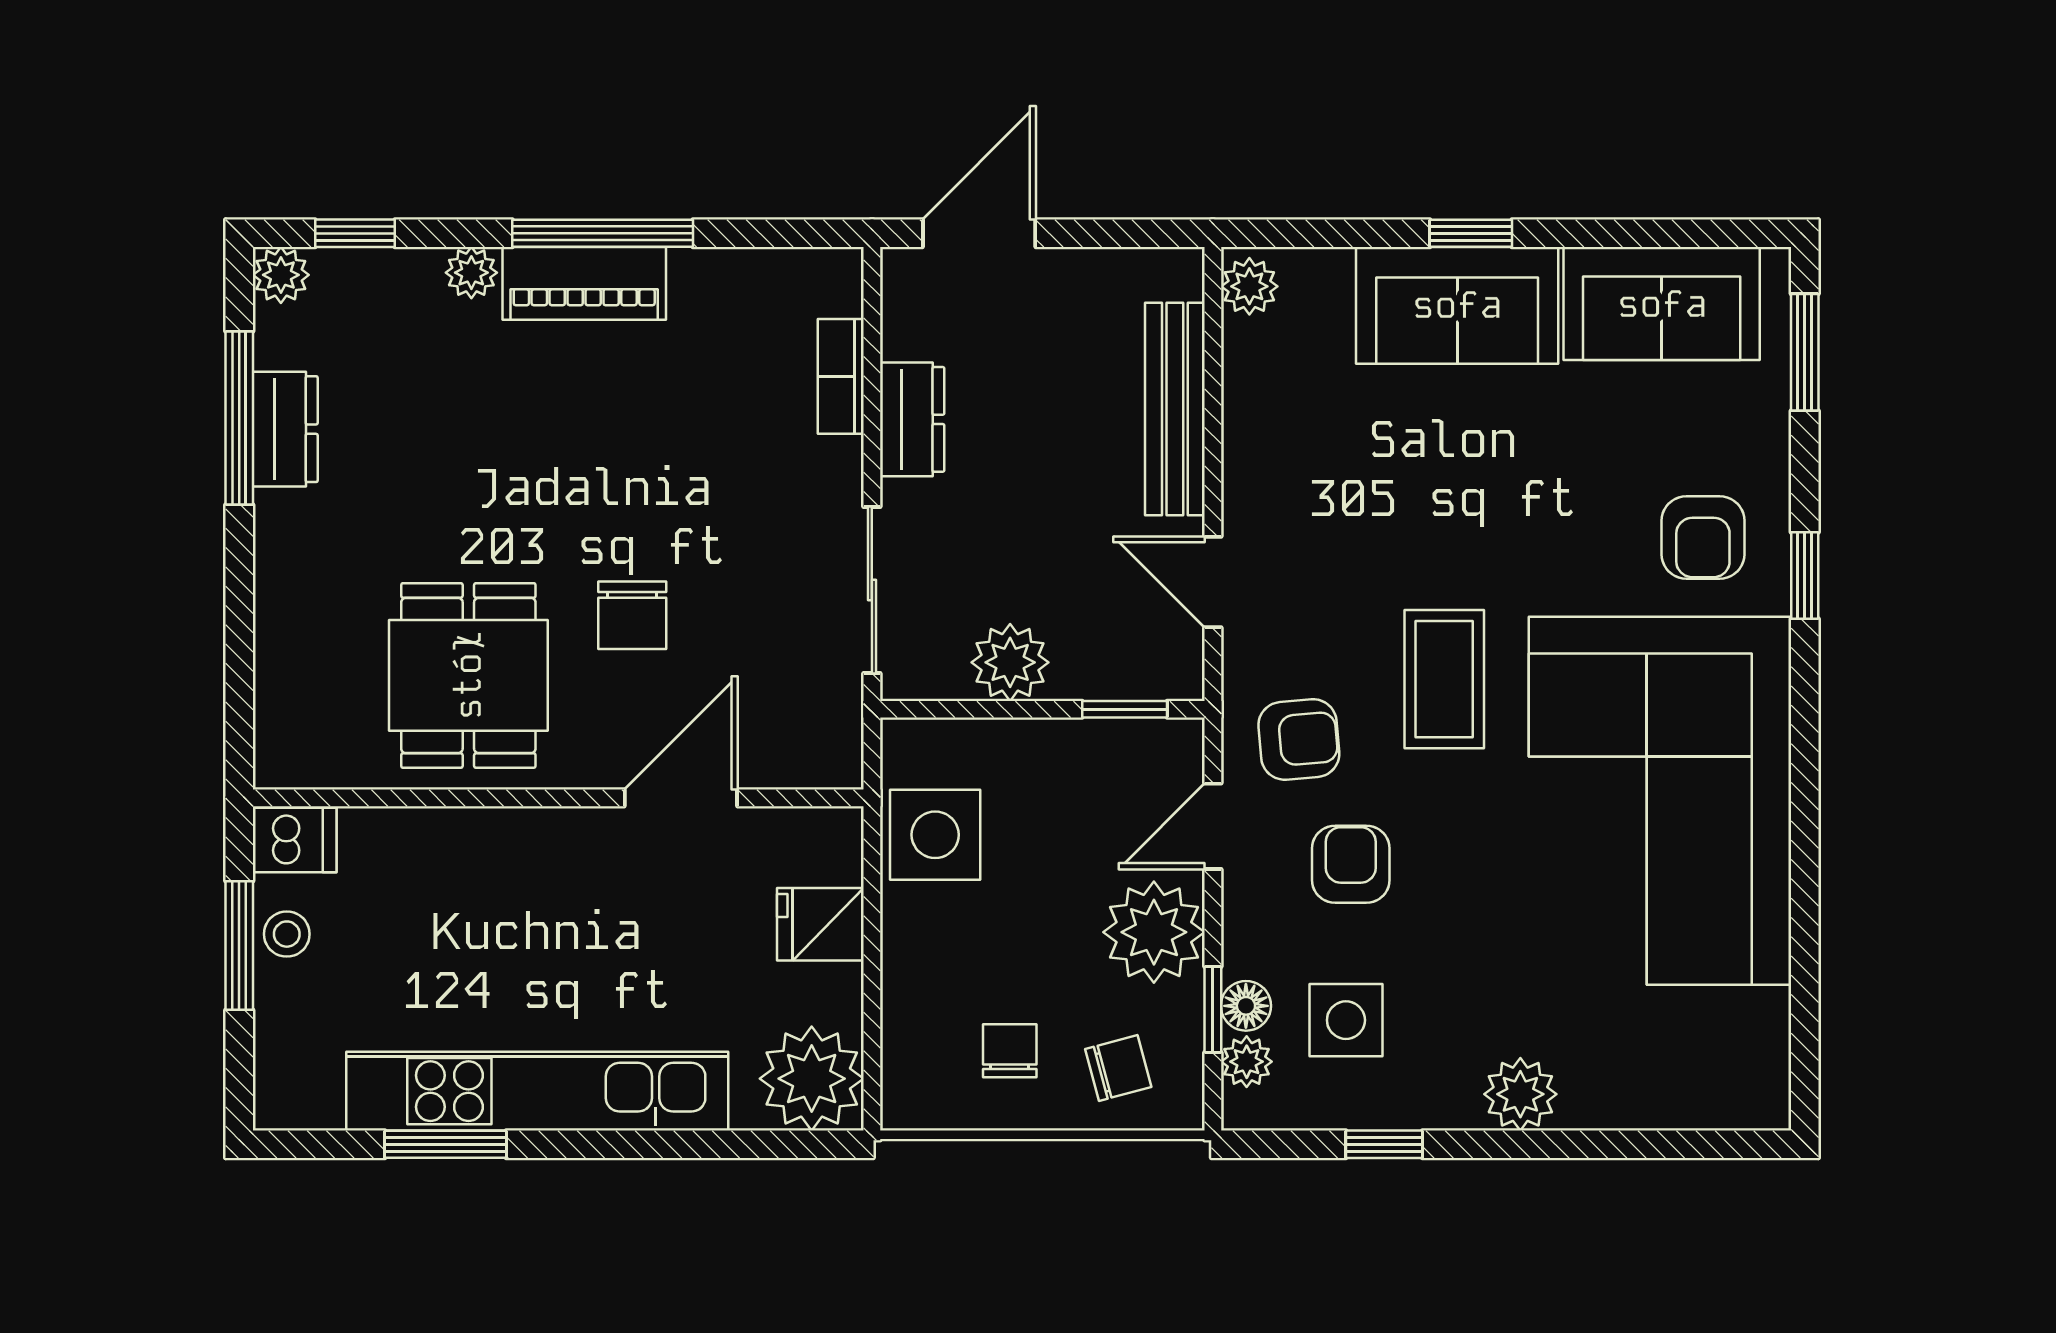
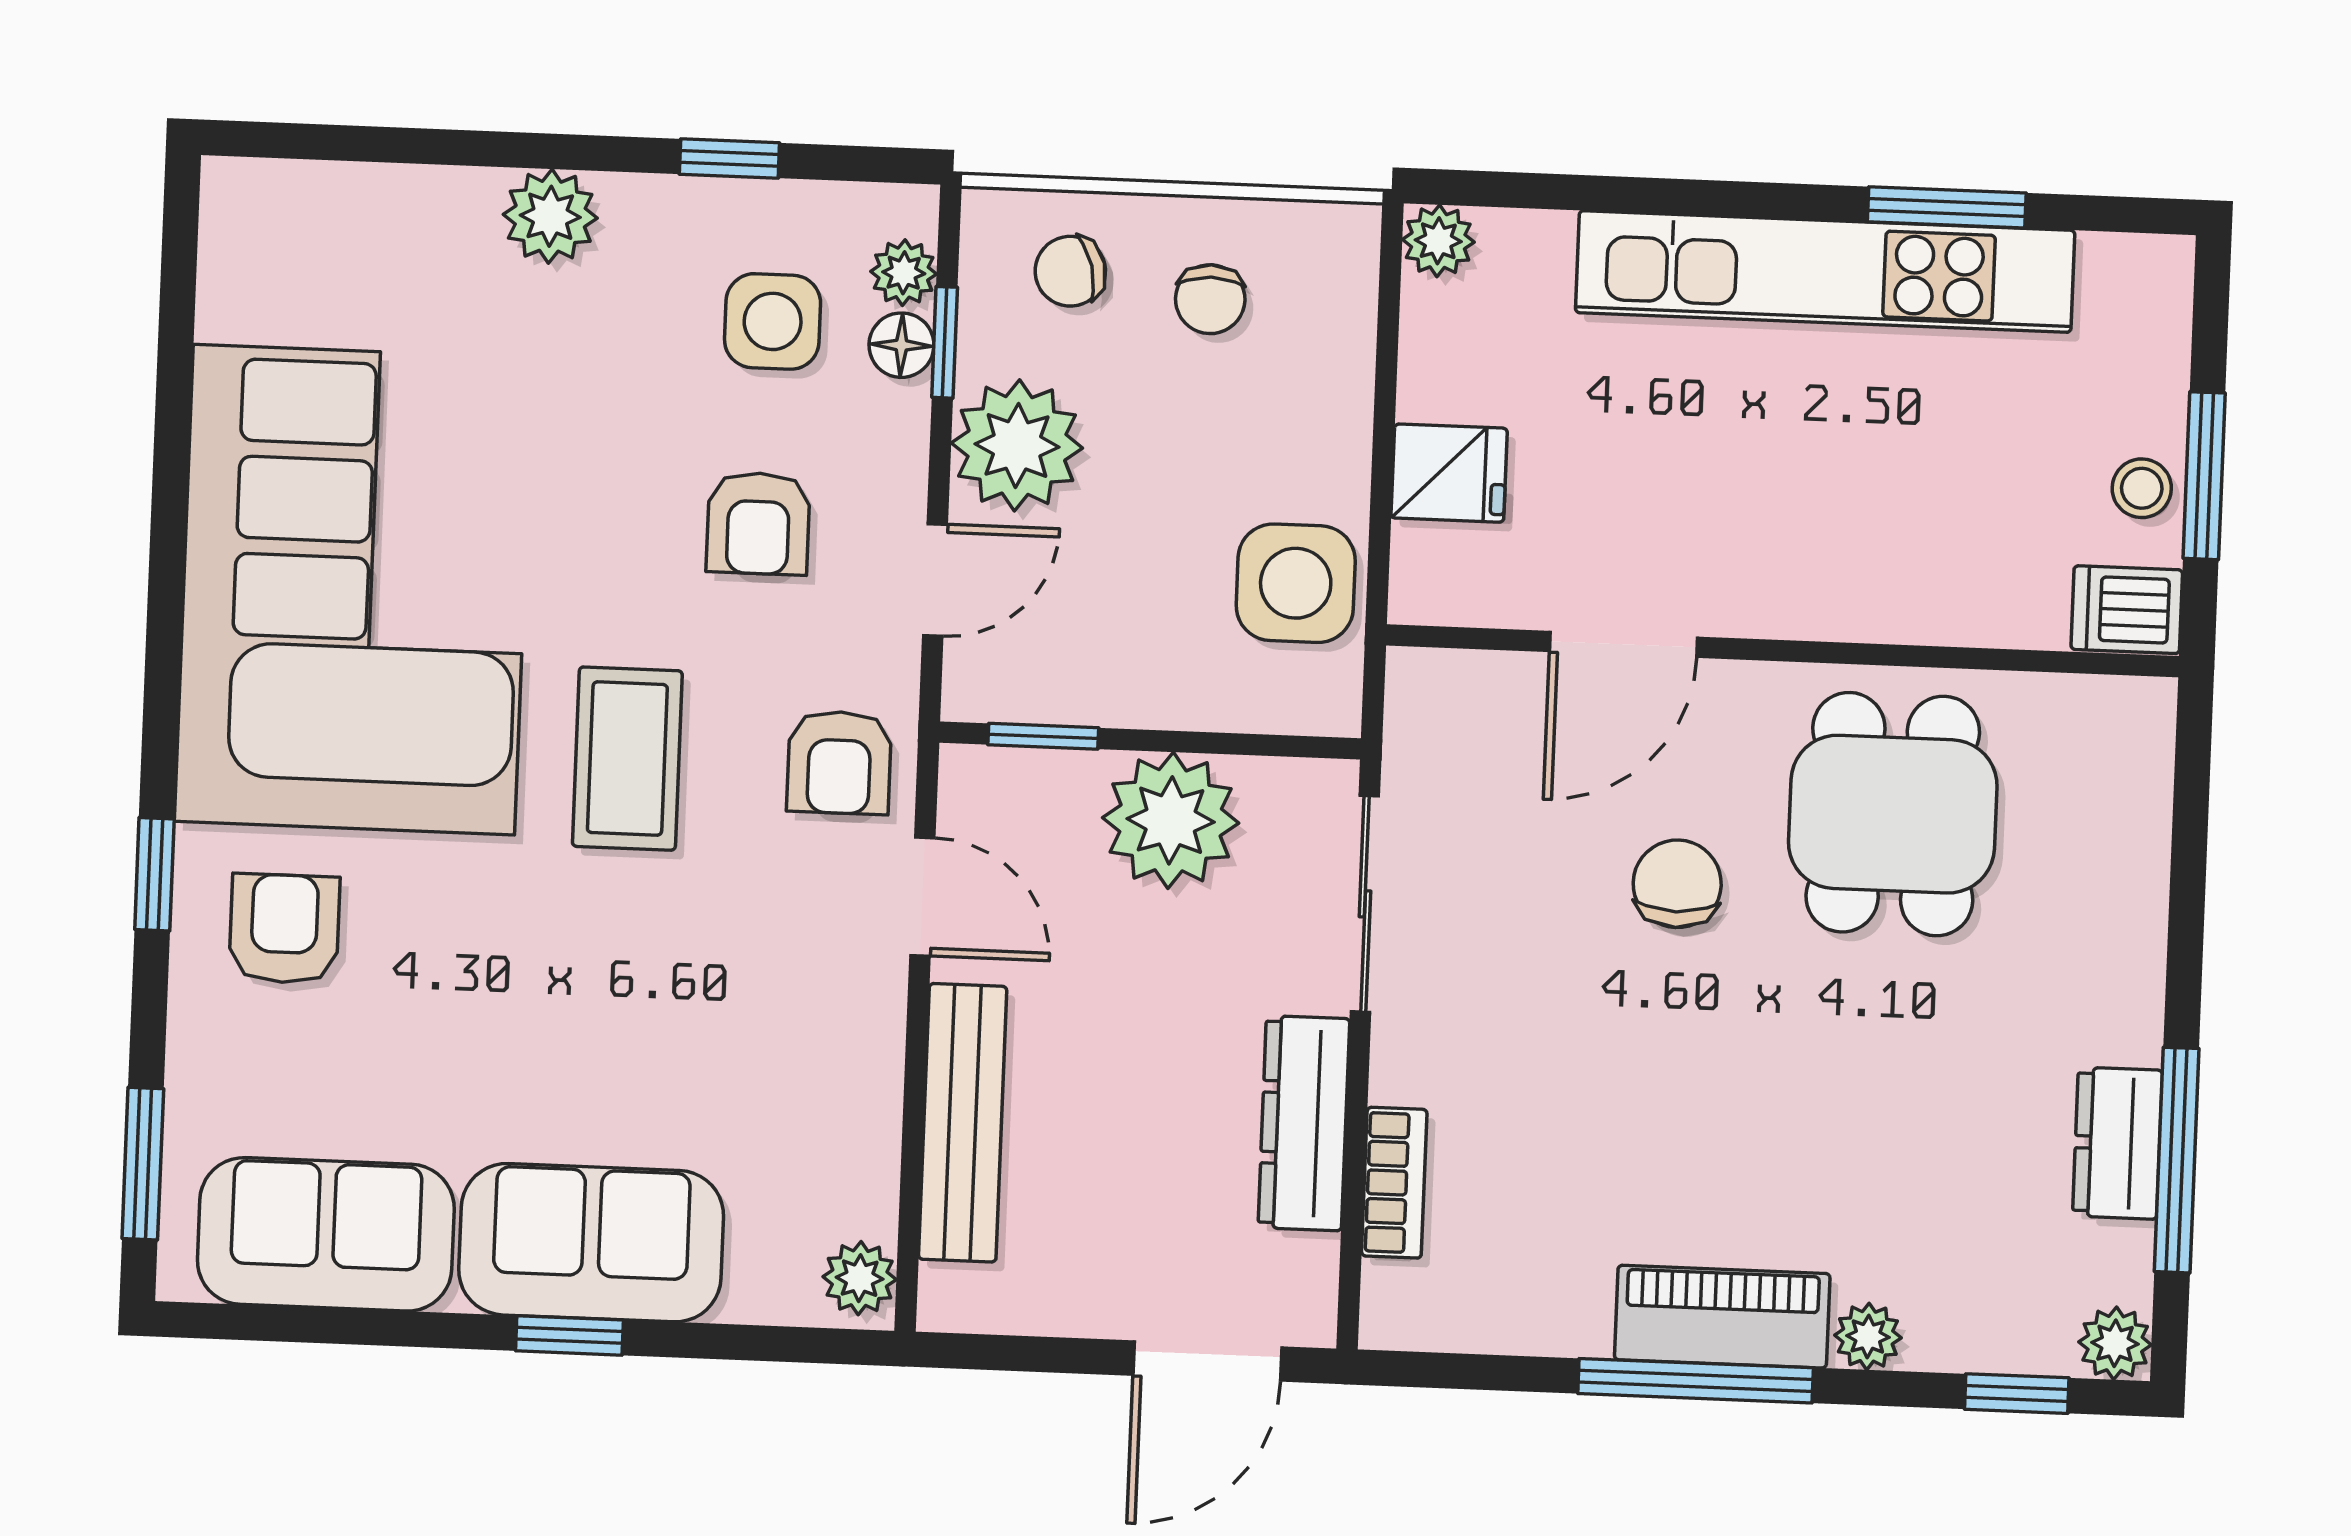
dresser: (912, 419) -> (1304, 1123), width x1.44
plant: (1010, 662) -> (1171, 820), width x1.36, depth x1.36
armchair: (1299, 739) -> (839, 762), moved, turned -85
plant: (812, 1079) -> (1438, 241), width x0.53, depth x0.53

